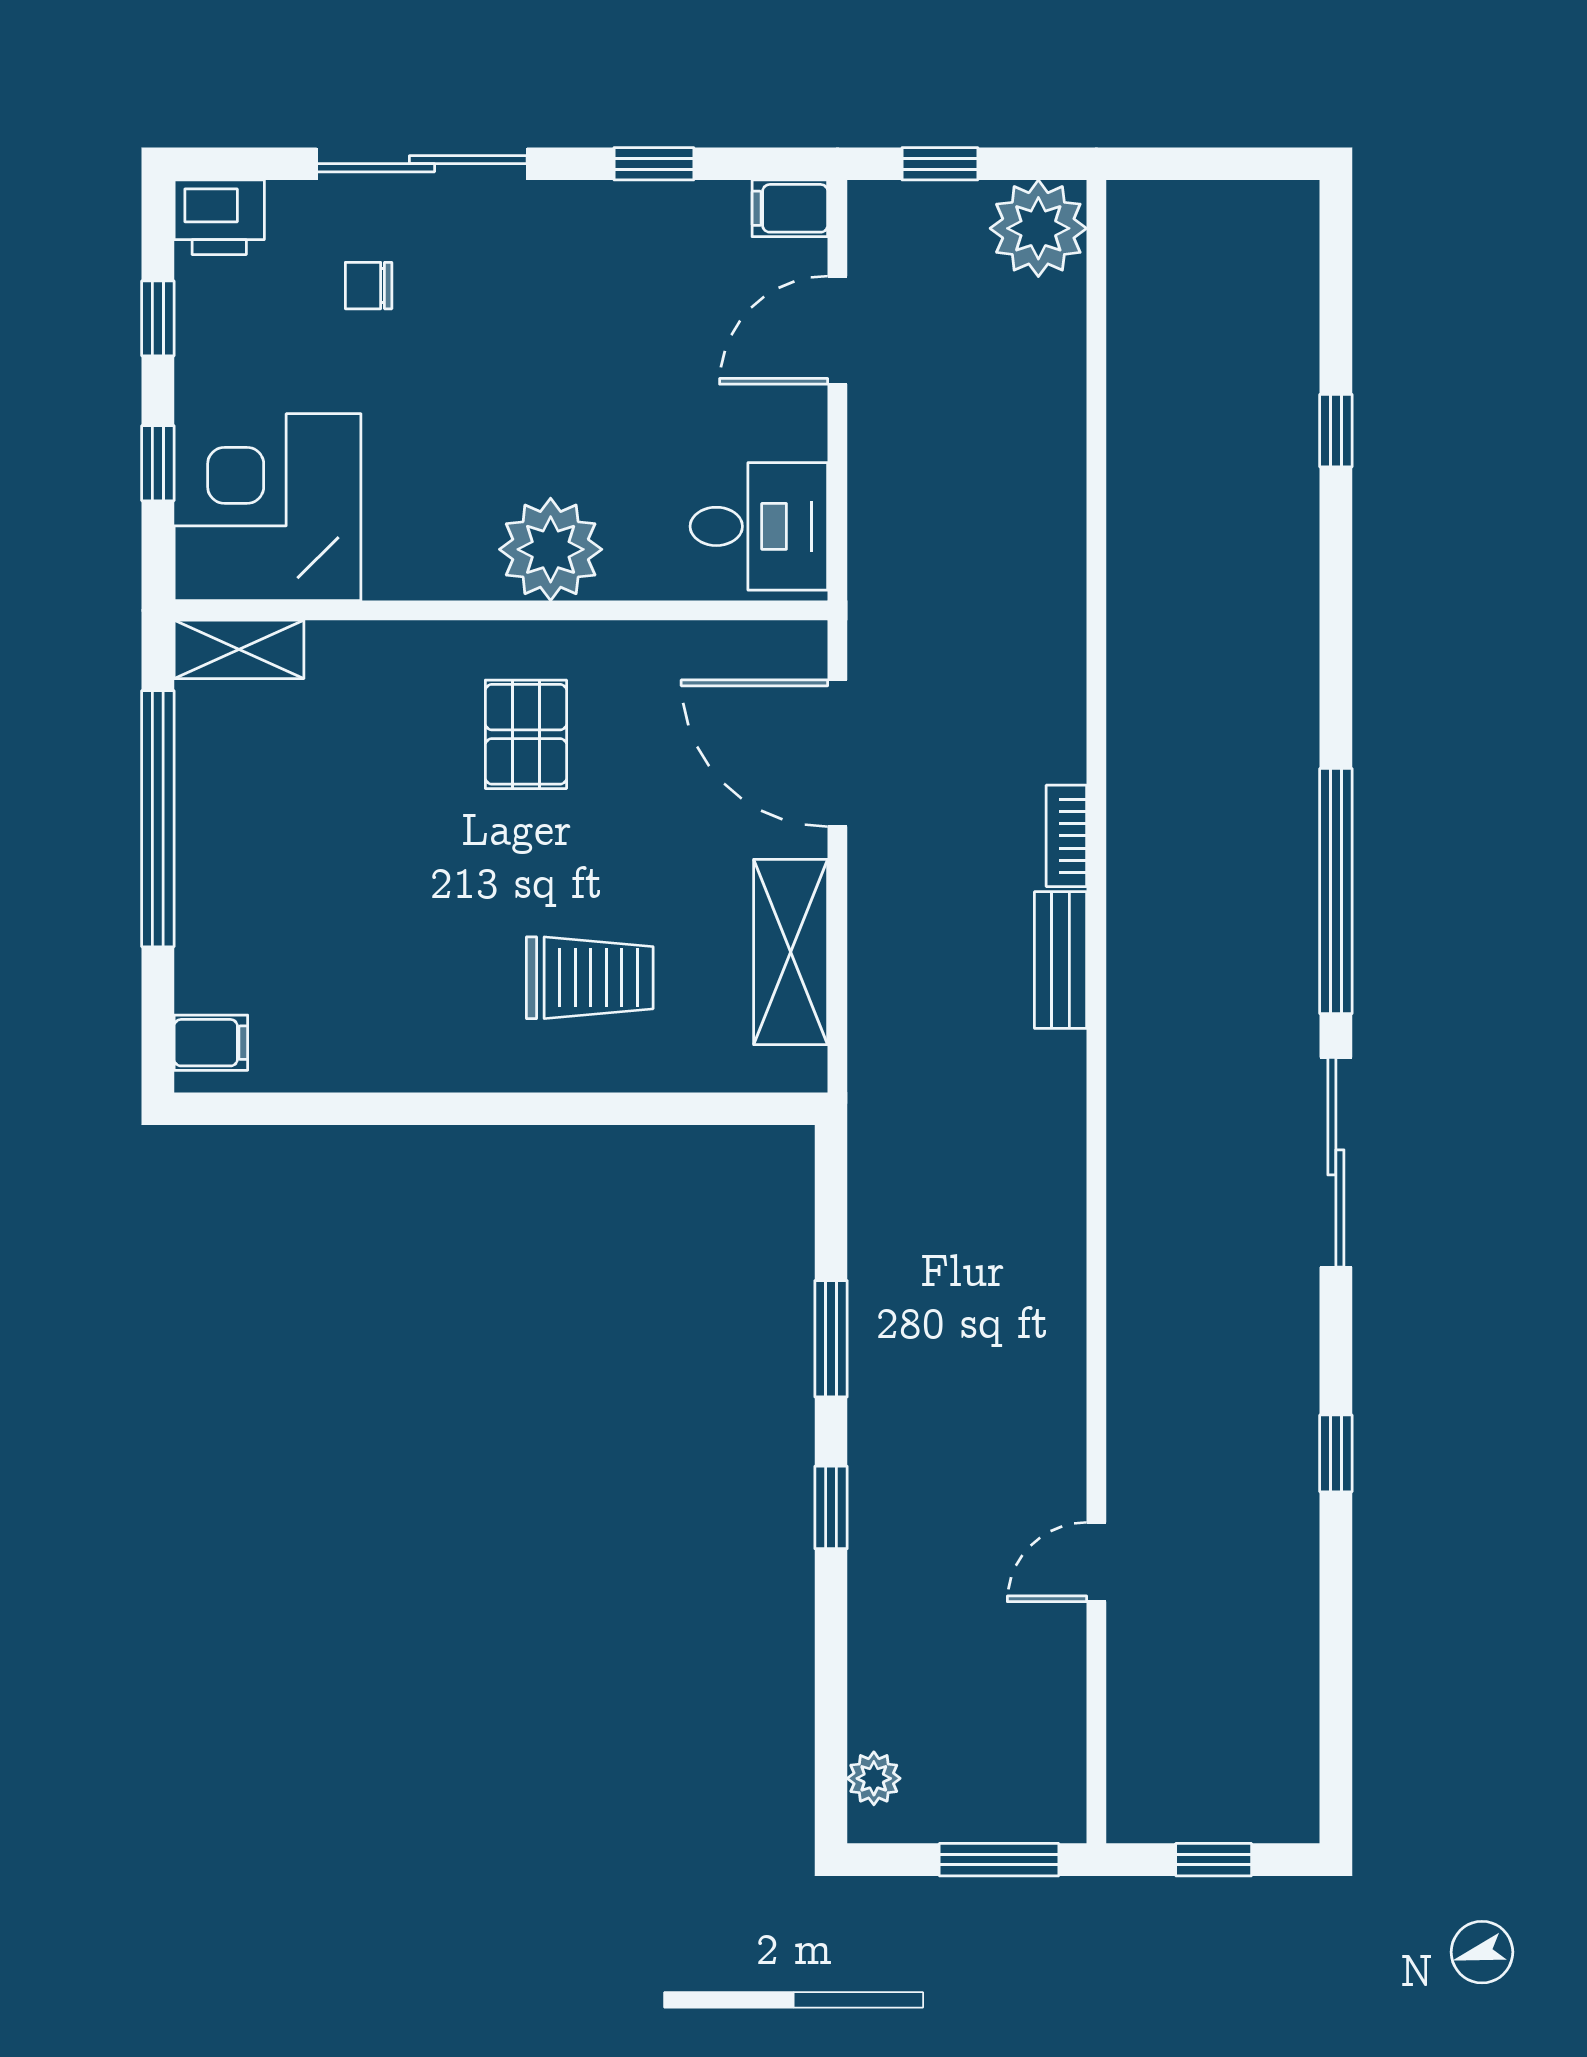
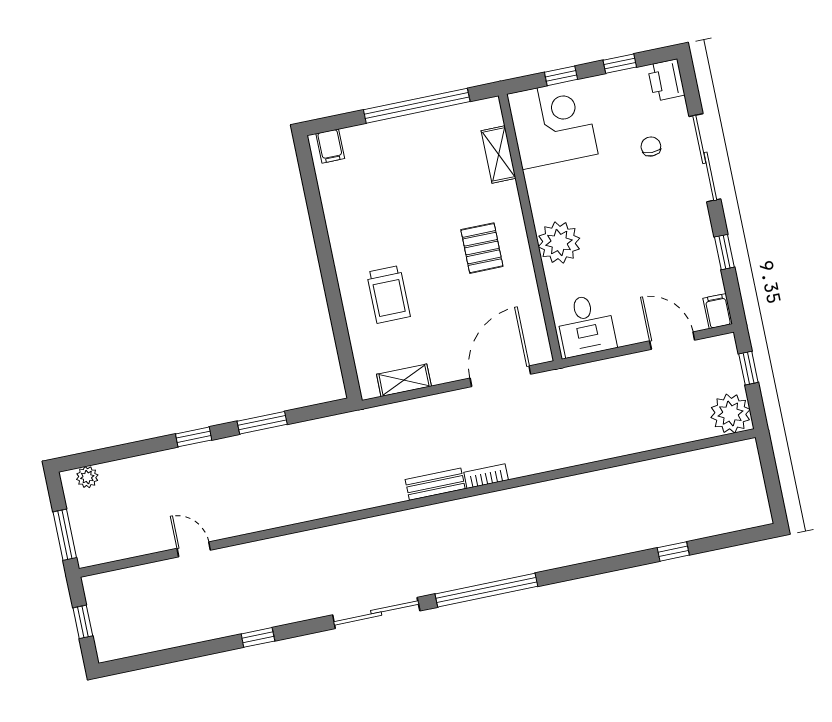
shelving: (239, 649) -> (499, 154), moved
pallet: (526, 734) -> (482, 248), turned 90
shelving: (791, 952) -> (404, 380), width x0.67, depth x0.75

